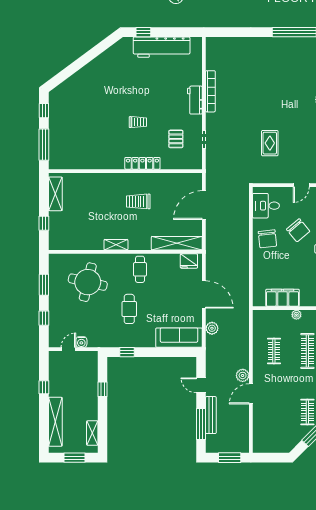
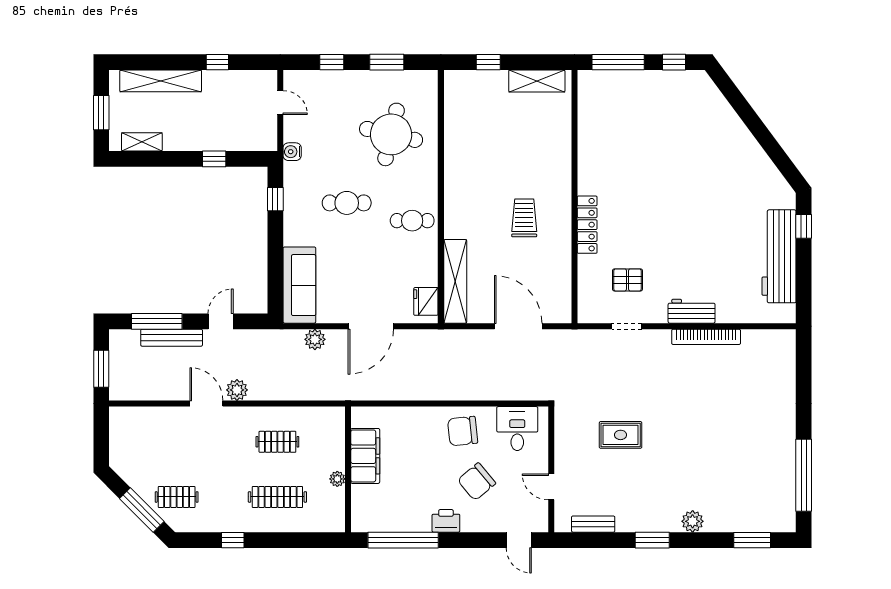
trolley: (138, 122) -> (655, 217), removed
shelving: (116, 245) -> (453, 181), removed
water cooler: (81, 342) -> (292, 152), moved

